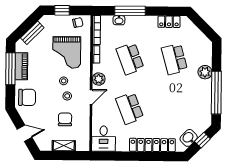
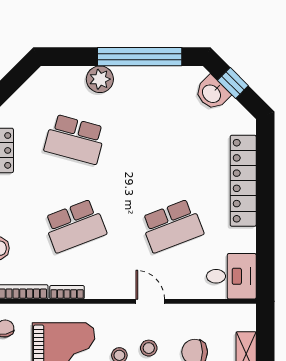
school desk: (174, 59) -> (75, 139), turned 30
plant: (99, 79) -> (115, 287), removed
washbasin: (189, 138) -> (212, 93), moved

